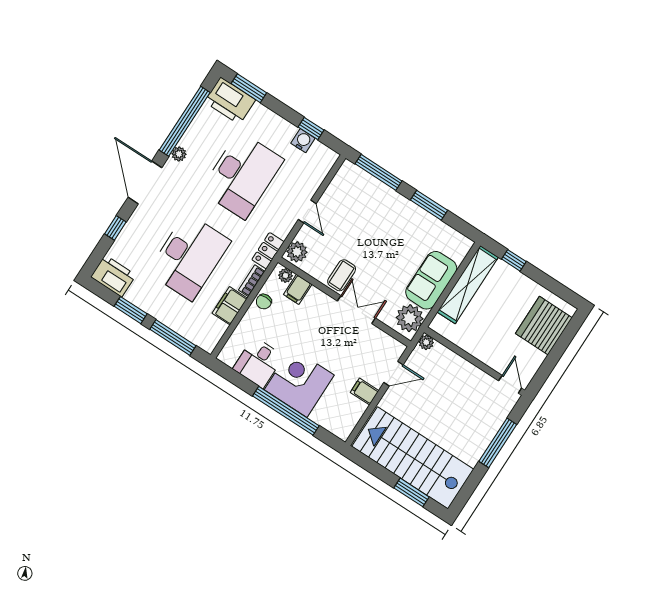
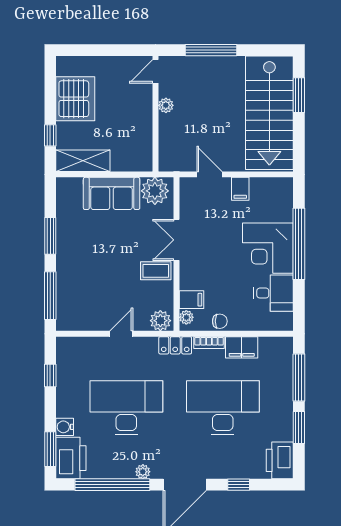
water cooler: (303, 141) -> (65, 427), moved
shelving: (468, 285) -> (83, 161), width x0.68
server rack: (544, 326) -> (75, 99), moved, turned -90
plant: (426, 342) -> (166, 105), moved

